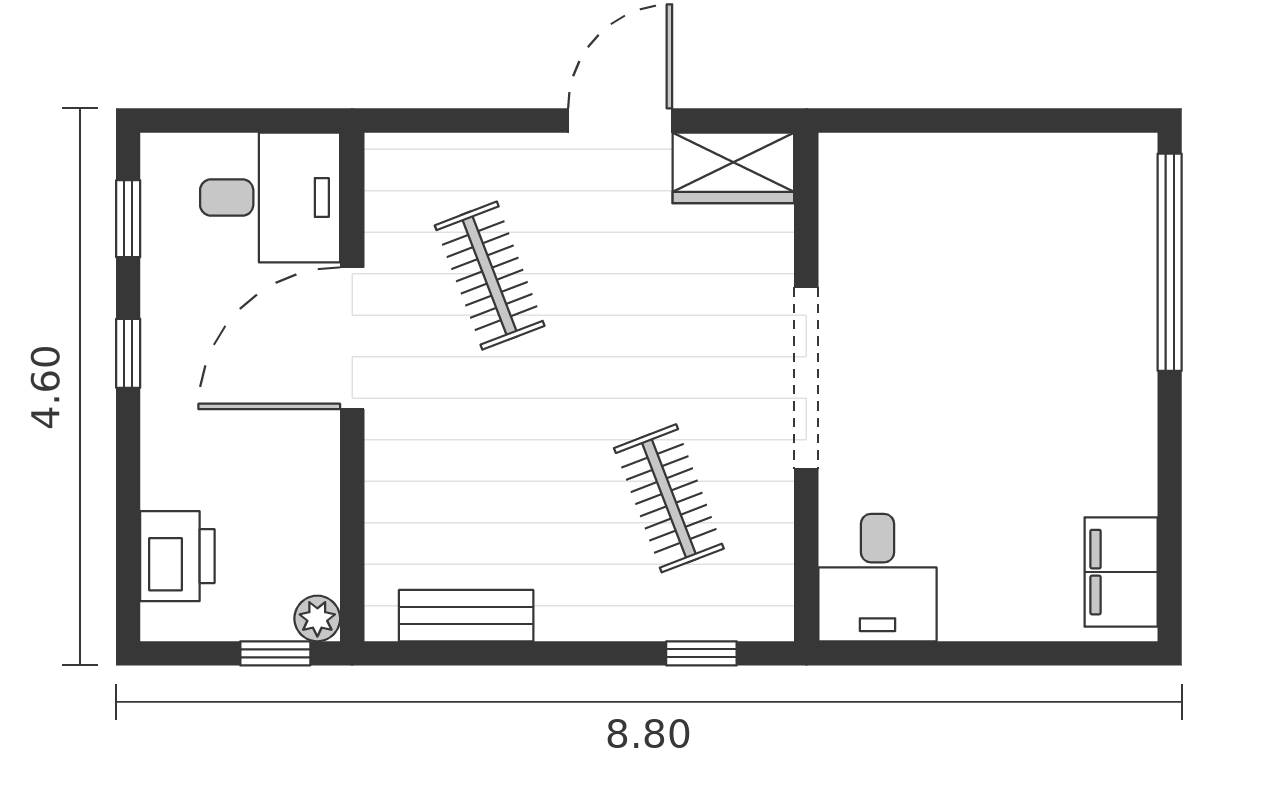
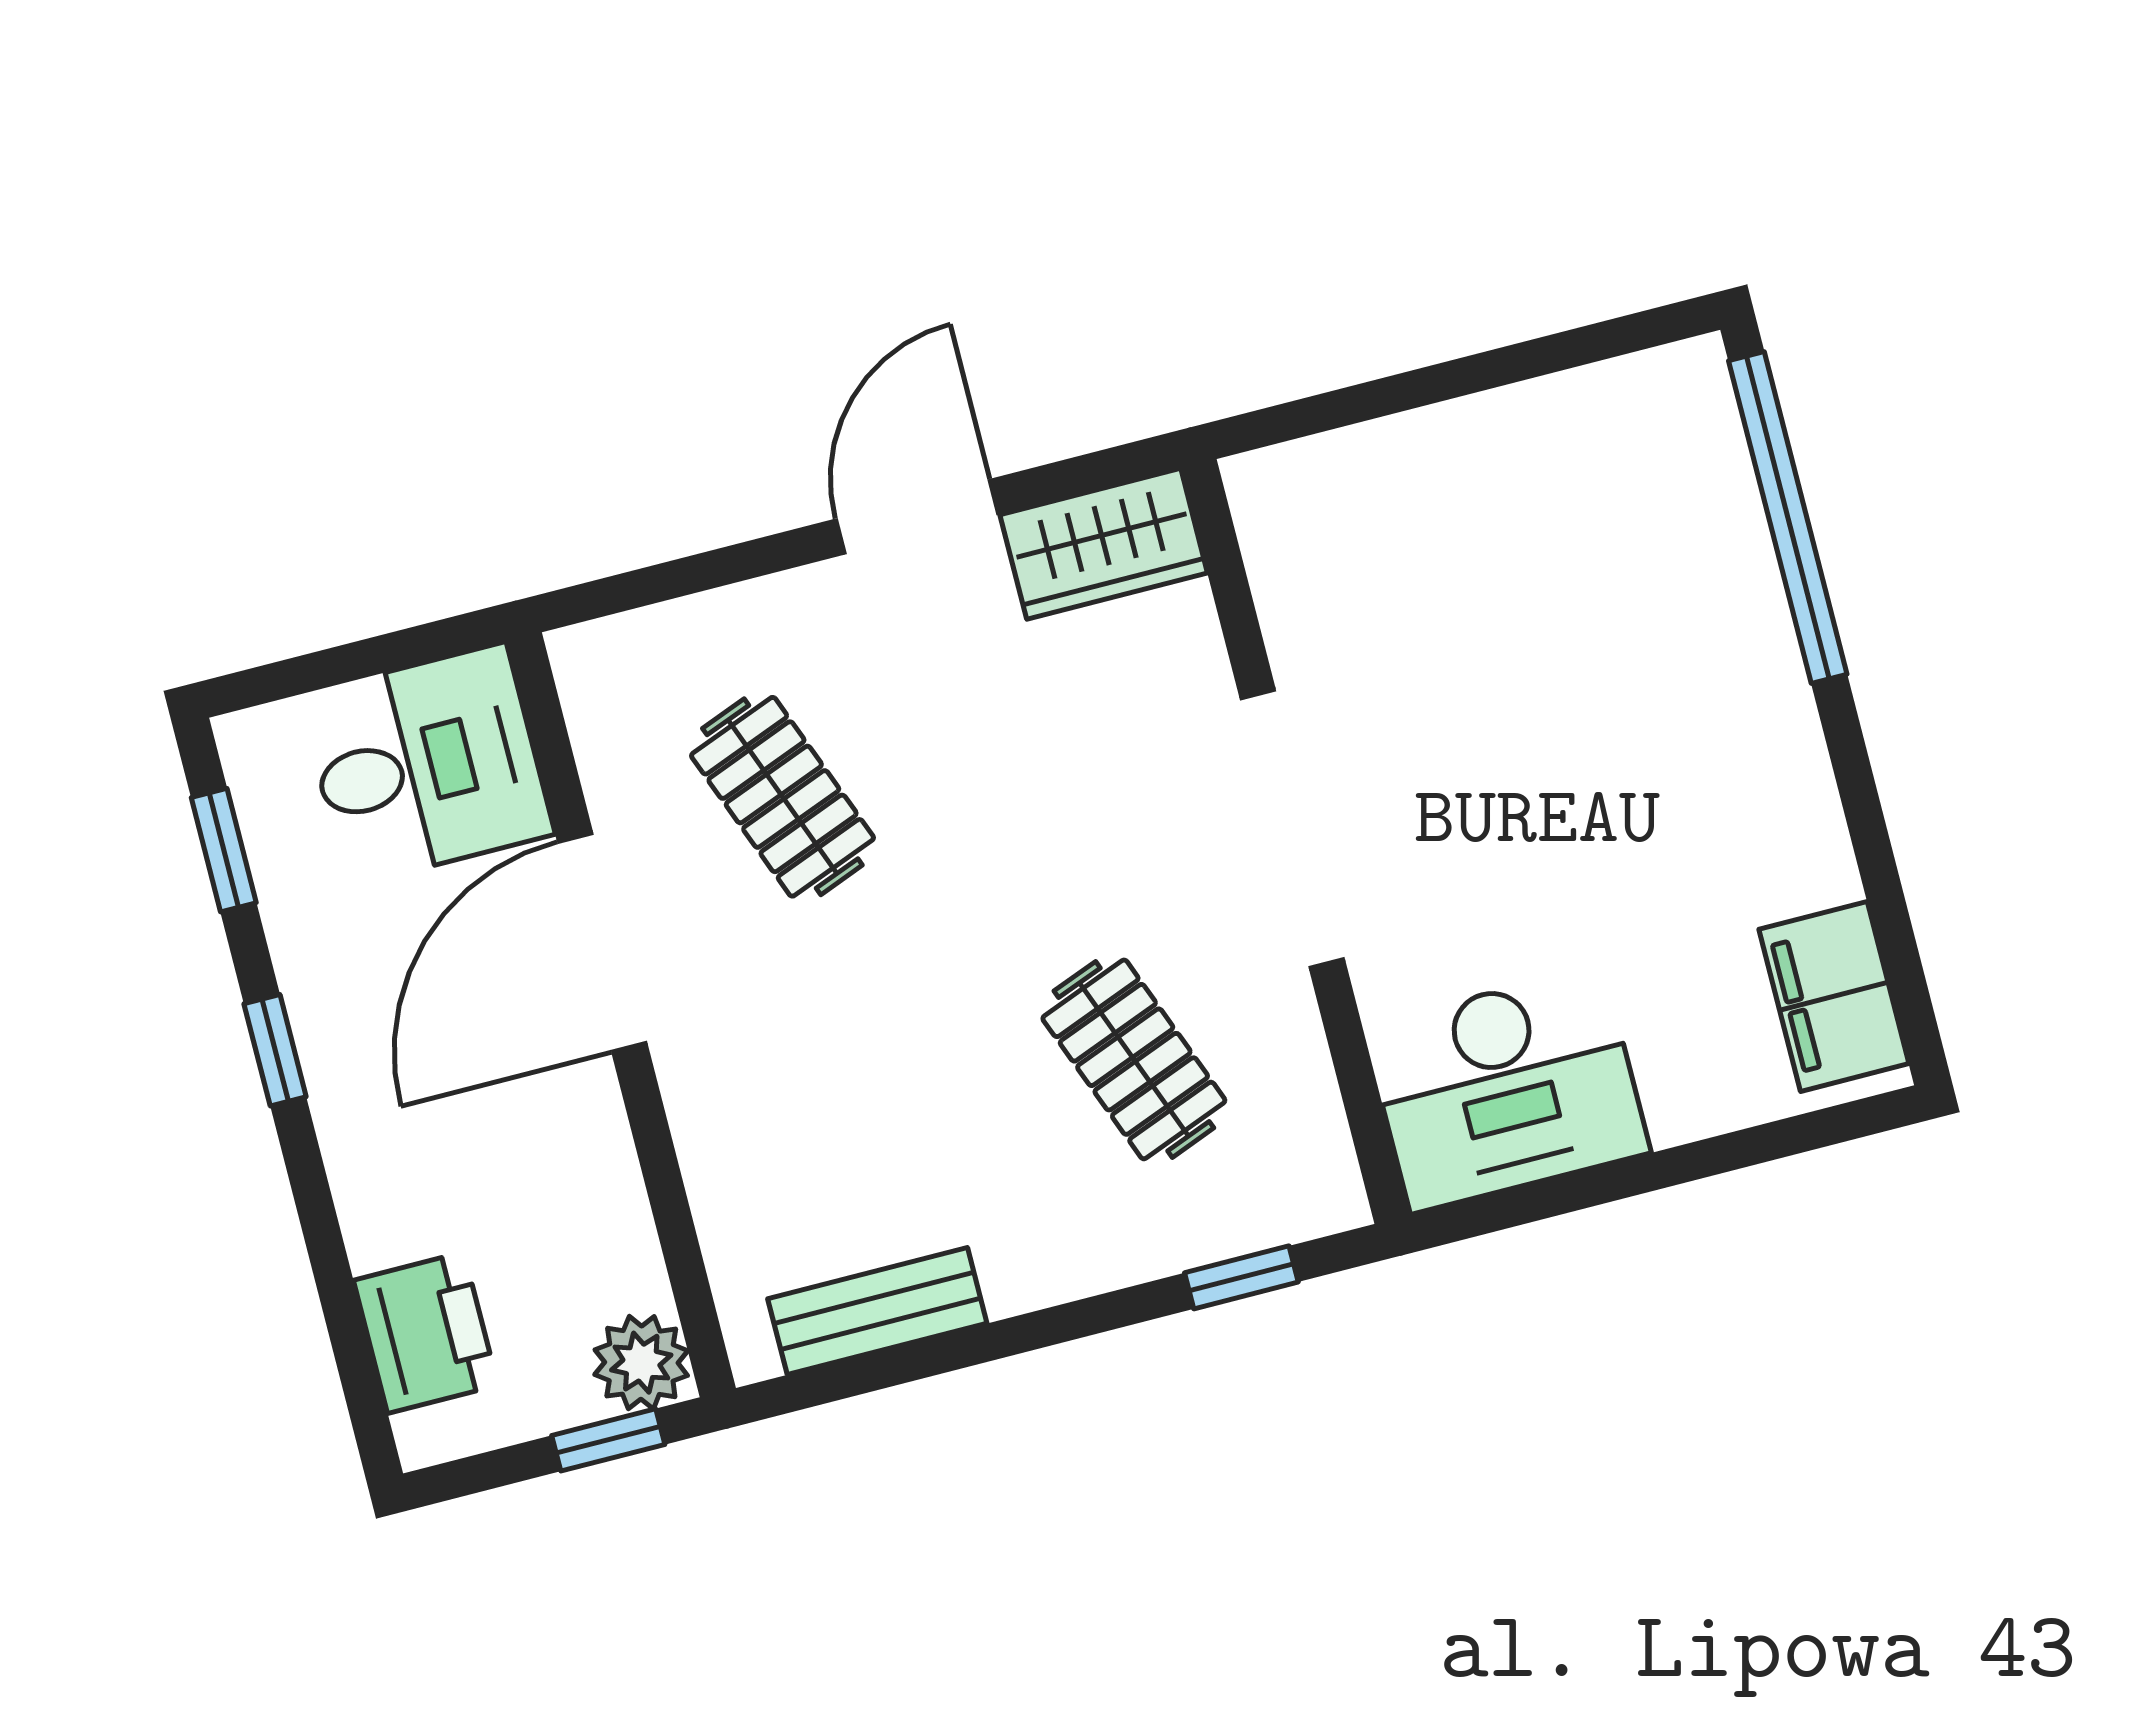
desk: (877, 578) -> (1507, 1089), width x1.37
plant: (317, 618) -> (641, 1363), width x1.38, depth x1.38

